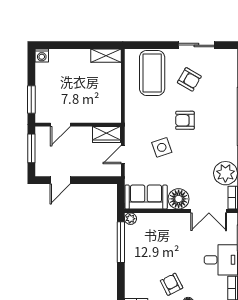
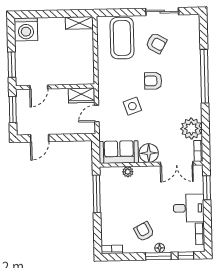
washing machine: (42, 55) -> (26, 29), width x1.89, depth x1.89
plant: (130, 219) -> (128, 172), moved

